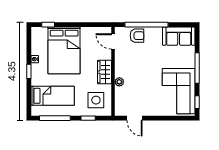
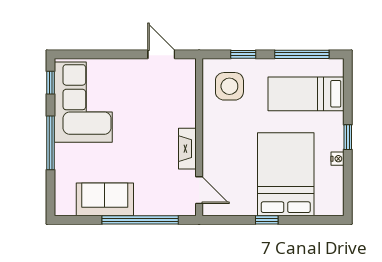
window: (48, 25) -> (267, 220), moved
armchair: (137, 36) -> (157, 200), removed
sofa: (179, 36) -> (105, 199), moved
fireplace: (120, 65) -> (187, 149), added
wardrobe: (104, 72) -> (214, 136), removed
plant: (119, 82) -> (188, 119), removed

